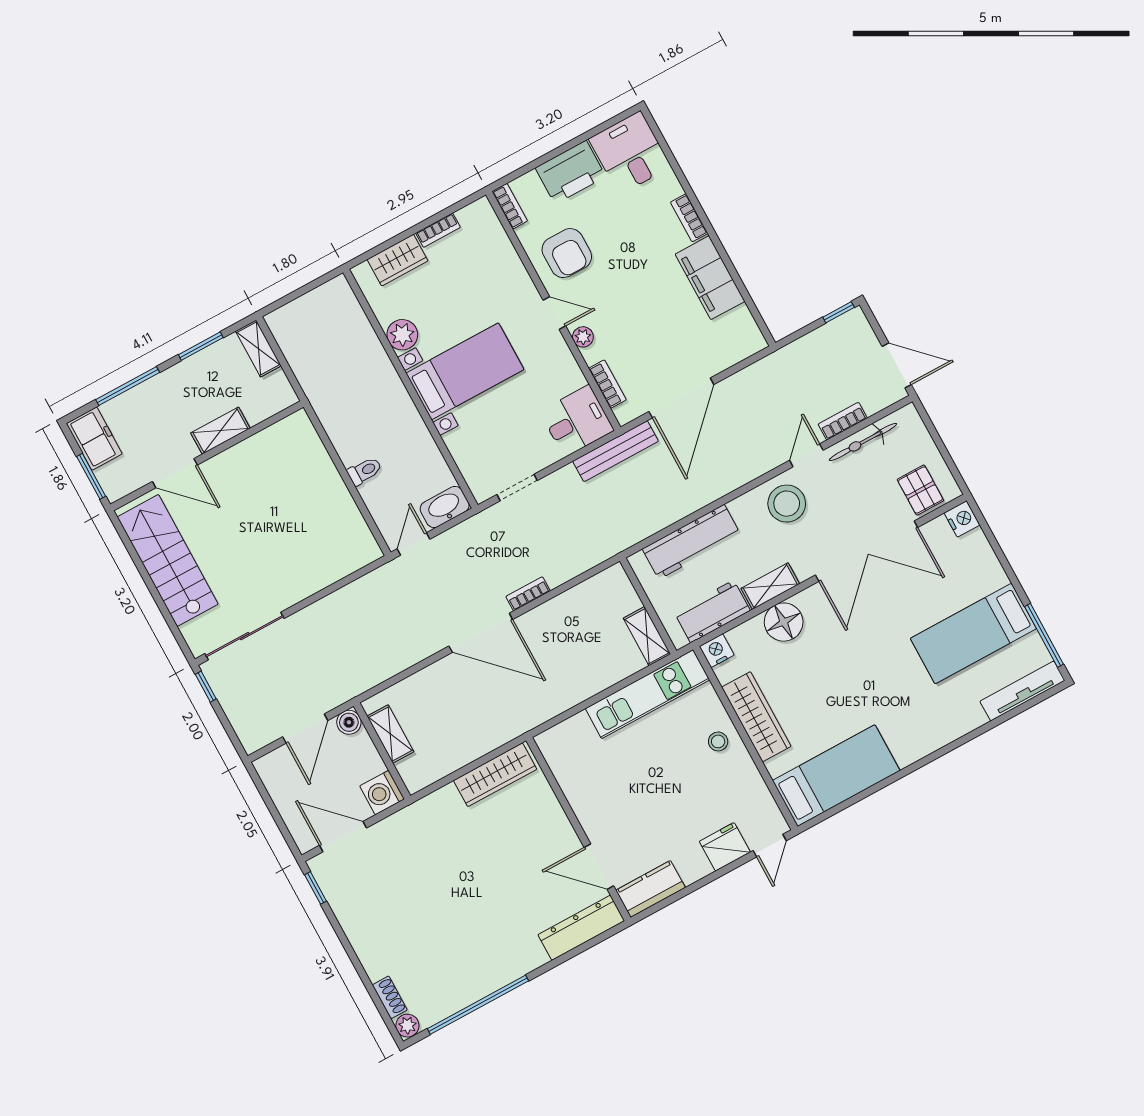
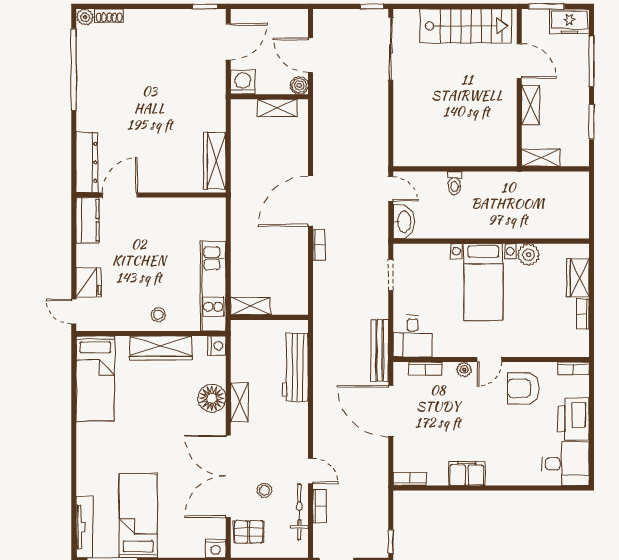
bookcase: (689, 218) -> (410, 479), moved
filing cabinet: (710, 278) -> (467, 473), width x0.67, depth x0.86
shelving: (258, 348) -> (541, 158), moved
door: (175, 473) -> (519, 61), swing flipped
stool: (787, 504) -> (264, 490), moved, width x0.53, depth x0.53
workbench: (712, 612) -> (243, 356), removed

